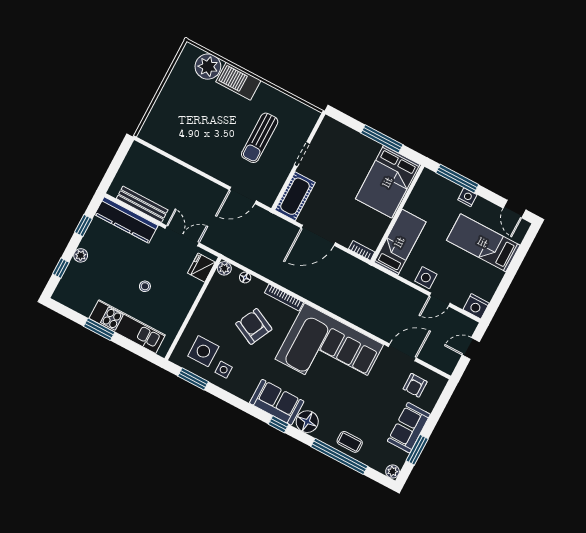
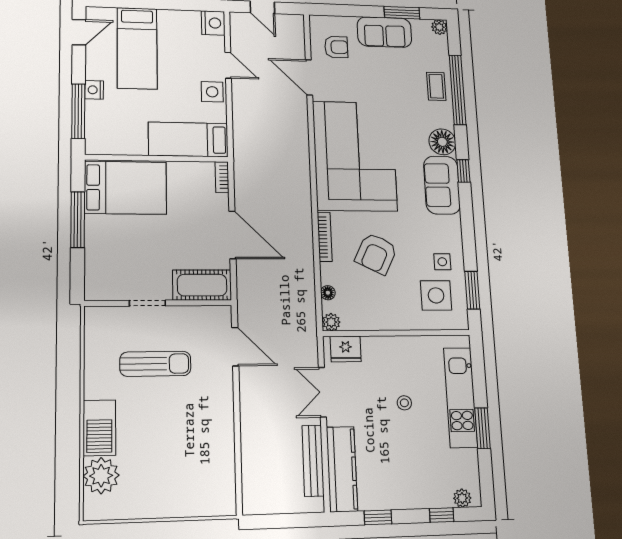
plant: (81, 255) -> (462, 498), moved

